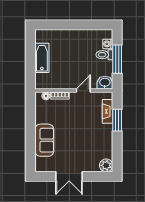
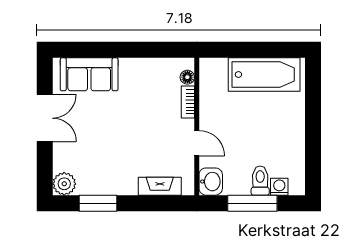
bathtub: (42, 58) -> (264, 74), width x1.36, depth x1.36
window: (117, 120) -> (98, 203), moved
sofa: (44, 140) -> (89, 74), moved
double door: (69, 176) -> (45, 118), swing flipped

